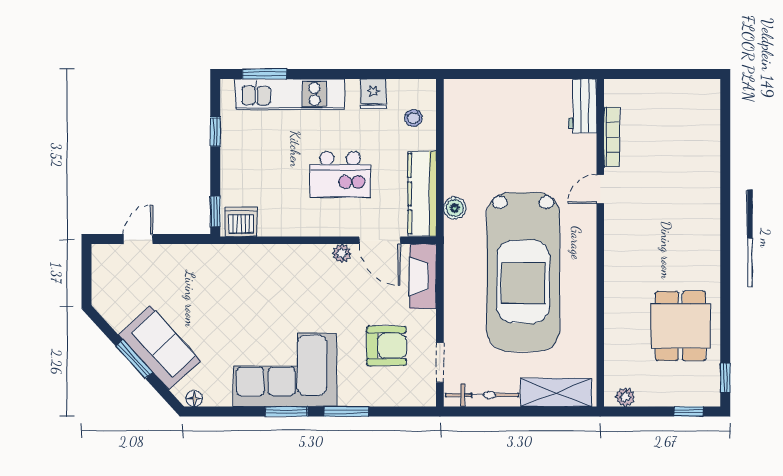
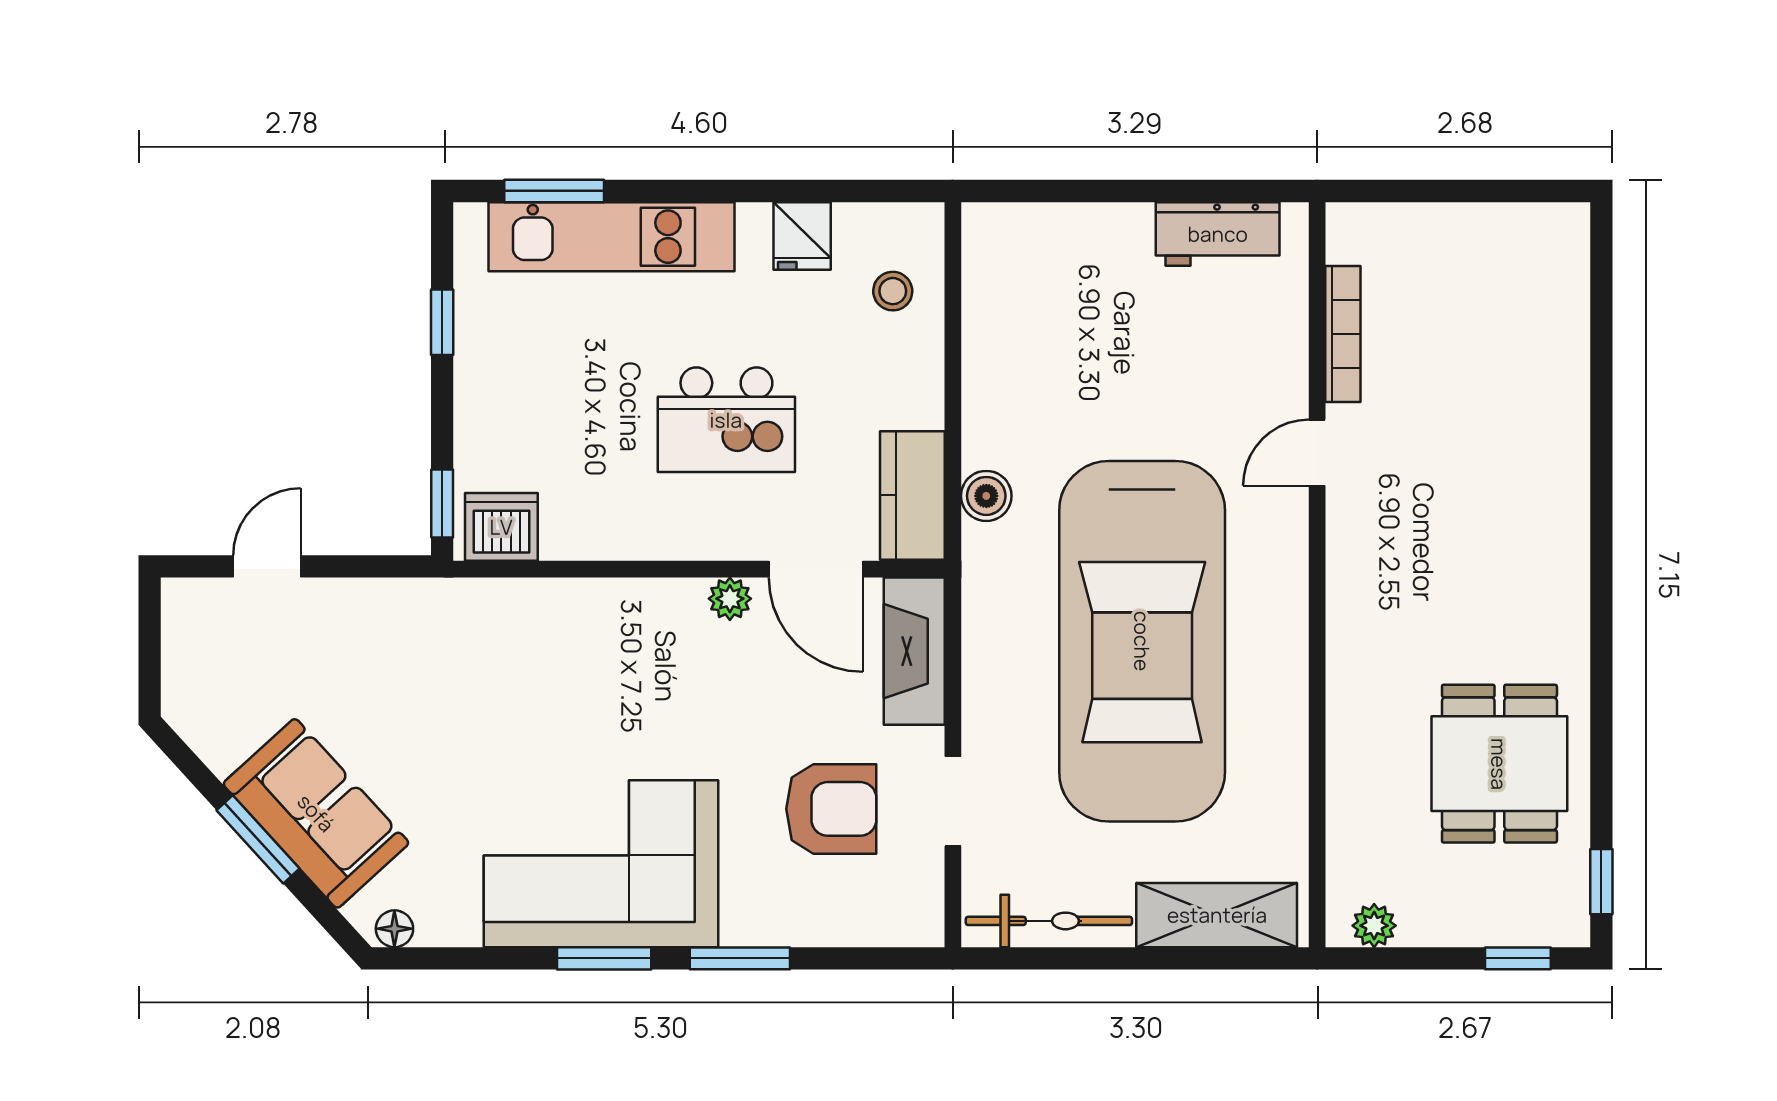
workbench: (582, 106) -> (1218, 234), moved, turned -90
kitchen counter: (422, 194) -> (912, 495), width x0.67
doorway: (440, 363) -> (953, 801), moved

